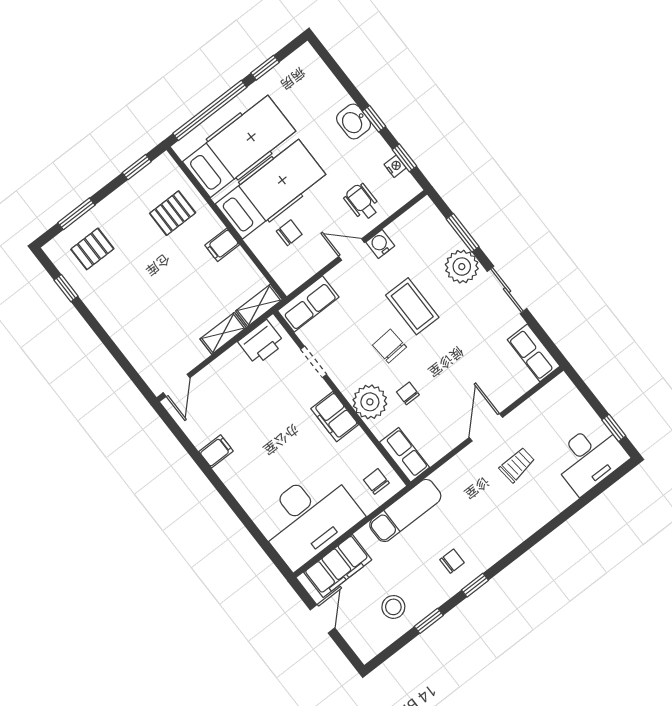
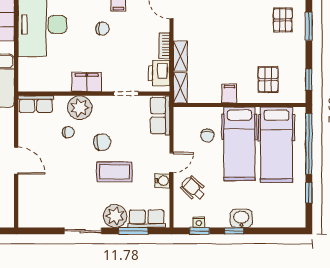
wheelchair: (362, 202) -> (193, 189), turned -137
row of seats: (534, 353) -> (147, 219), moved
bookcase: (225, 361) -> (164, 46), added
chair: (376, 481) -> (102, 29), moved

